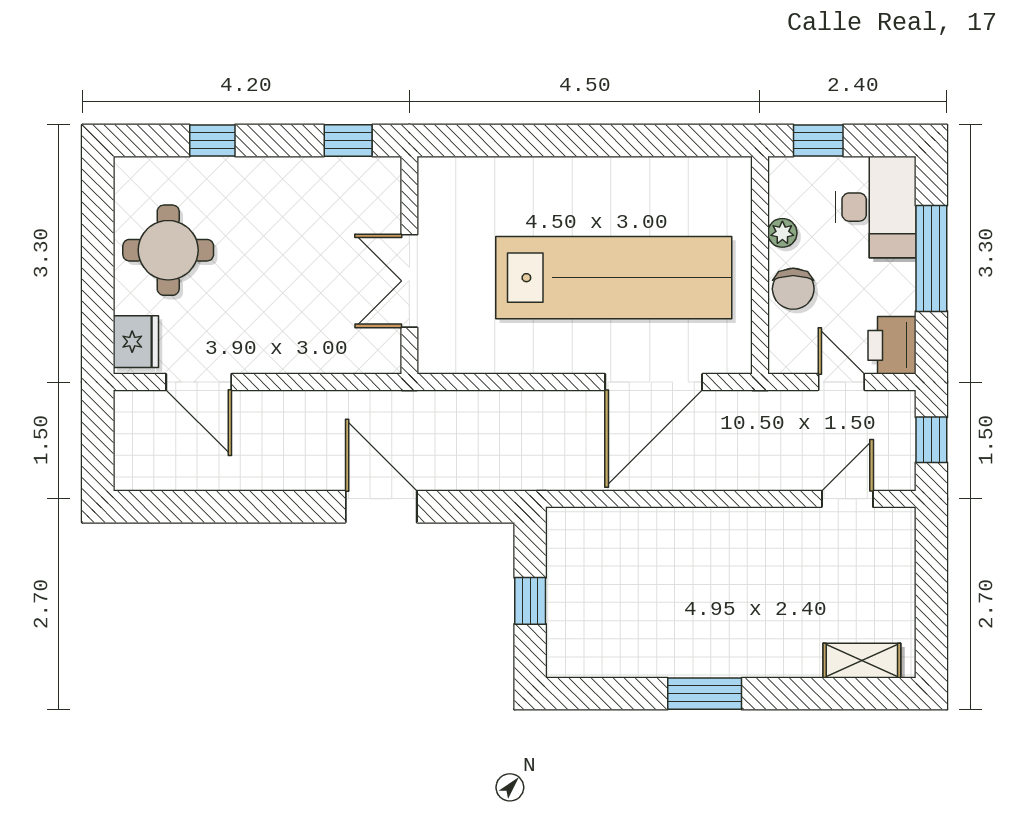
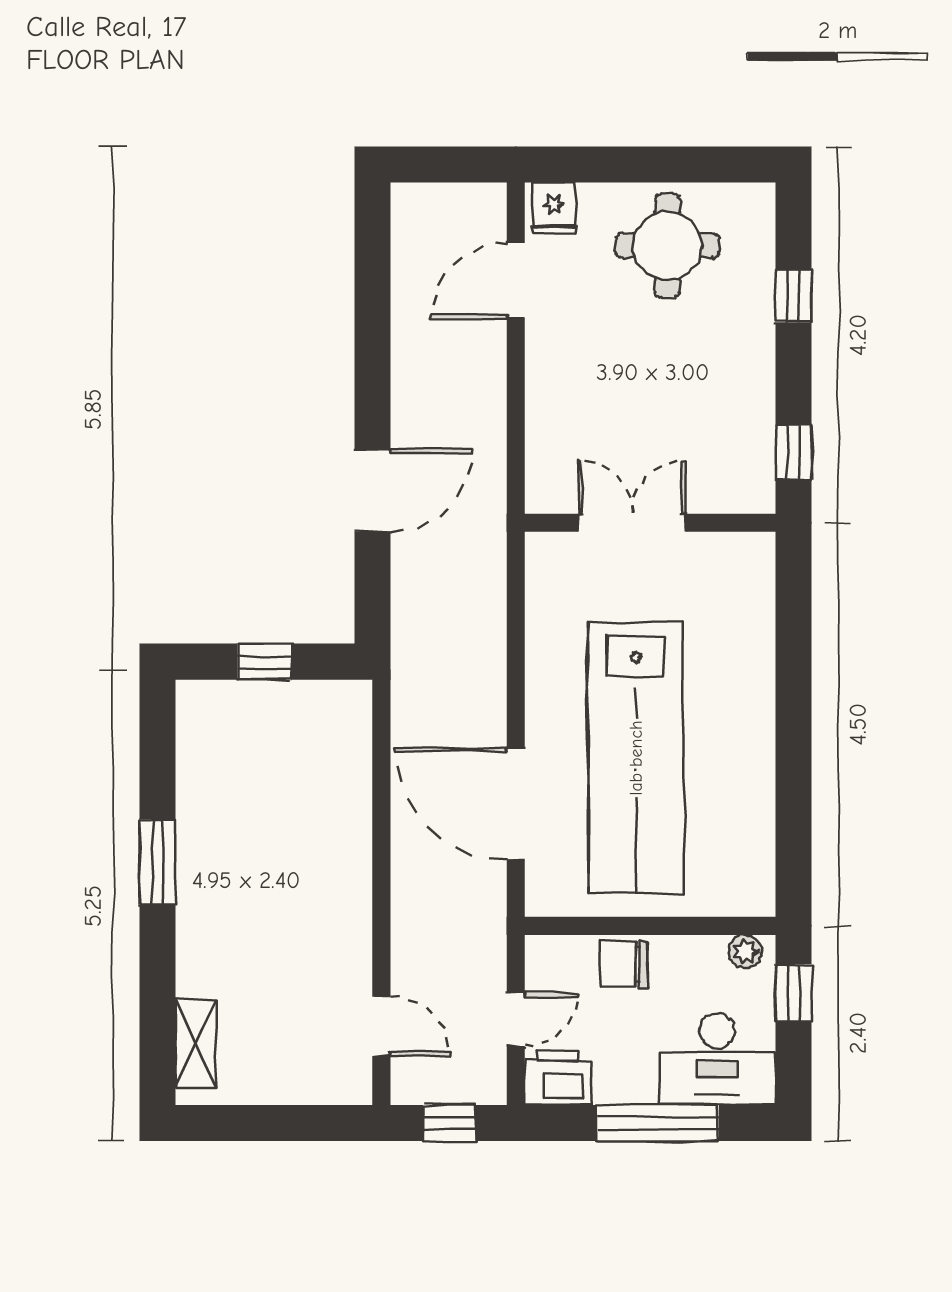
plant: (782, 233) -> (745, 952), moved
fridge: (136, 342) -> (554, 208), width x0.72

